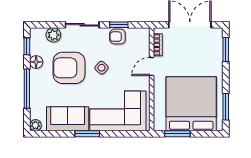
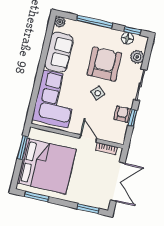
floor lamp: (36, 62) -> (127, 38), moved
window: (87, 134) -> (41, 67), removed

